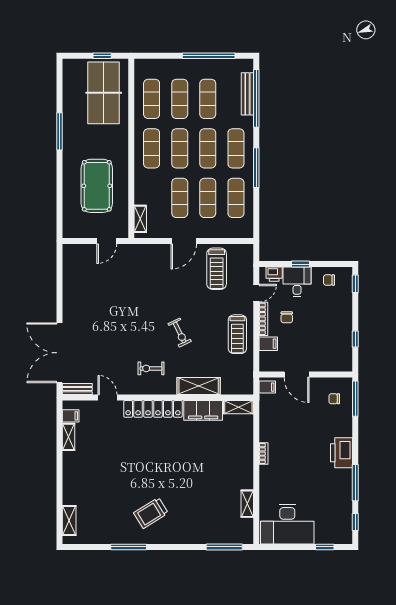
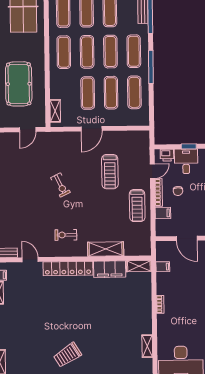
treadmill: (217, 269) -> (110, 172), moved
exercise bike: (180, 333) -> (60, 185), moved
filing cabinet: (267, 387) -> (163, 267), moved

